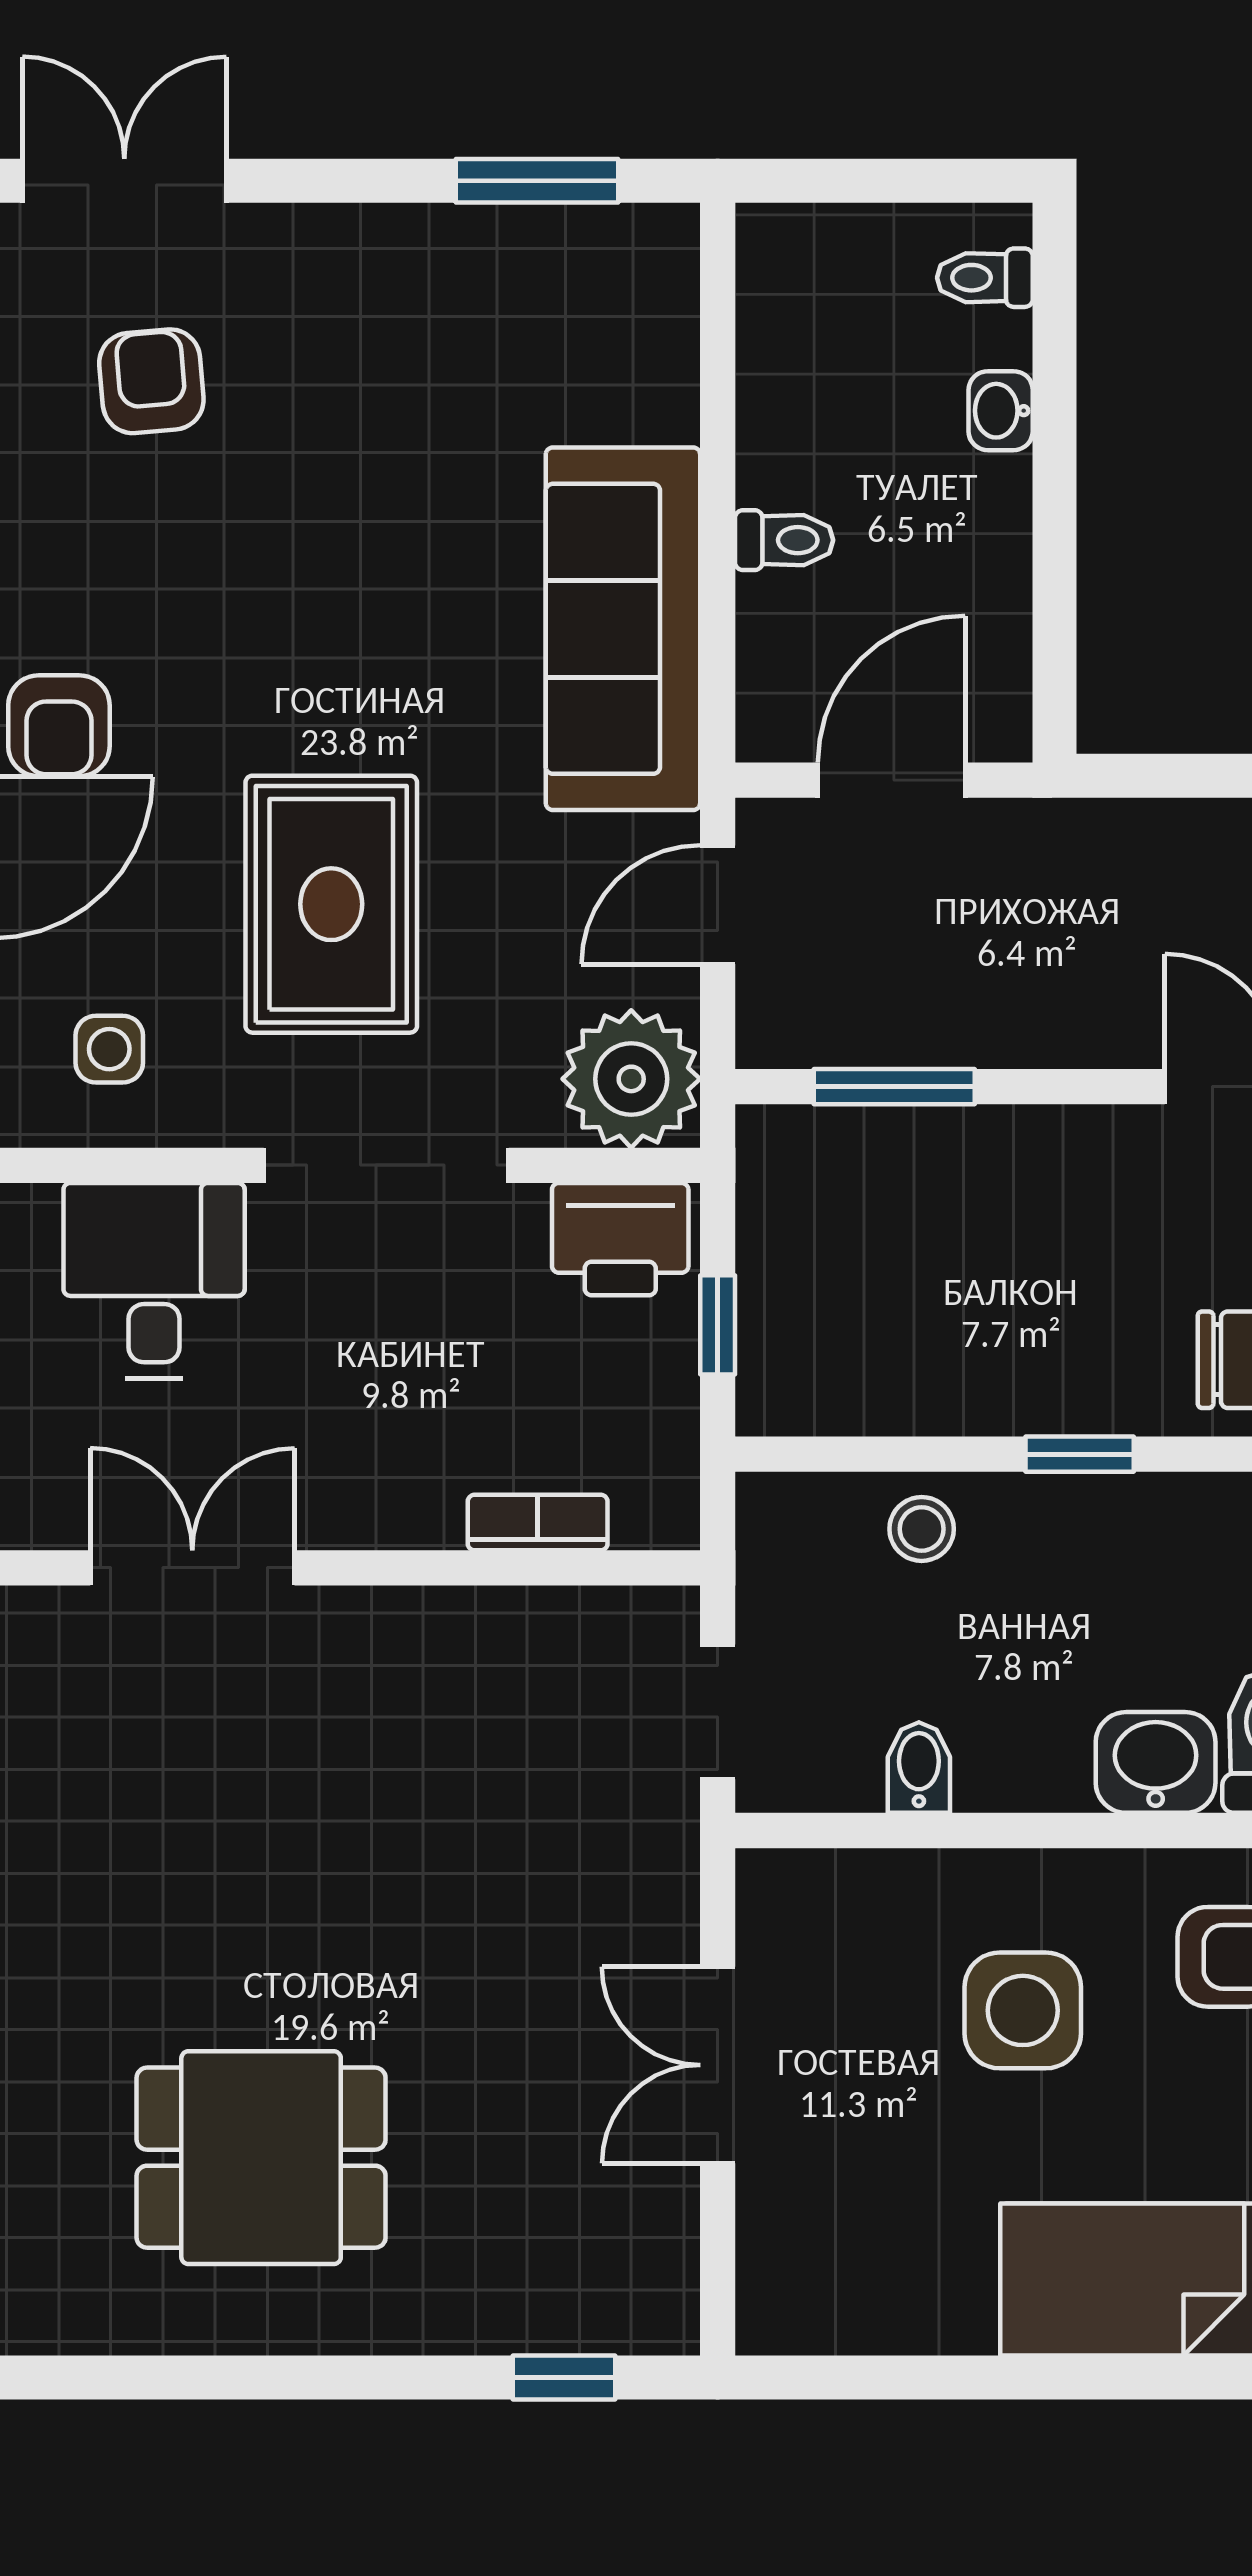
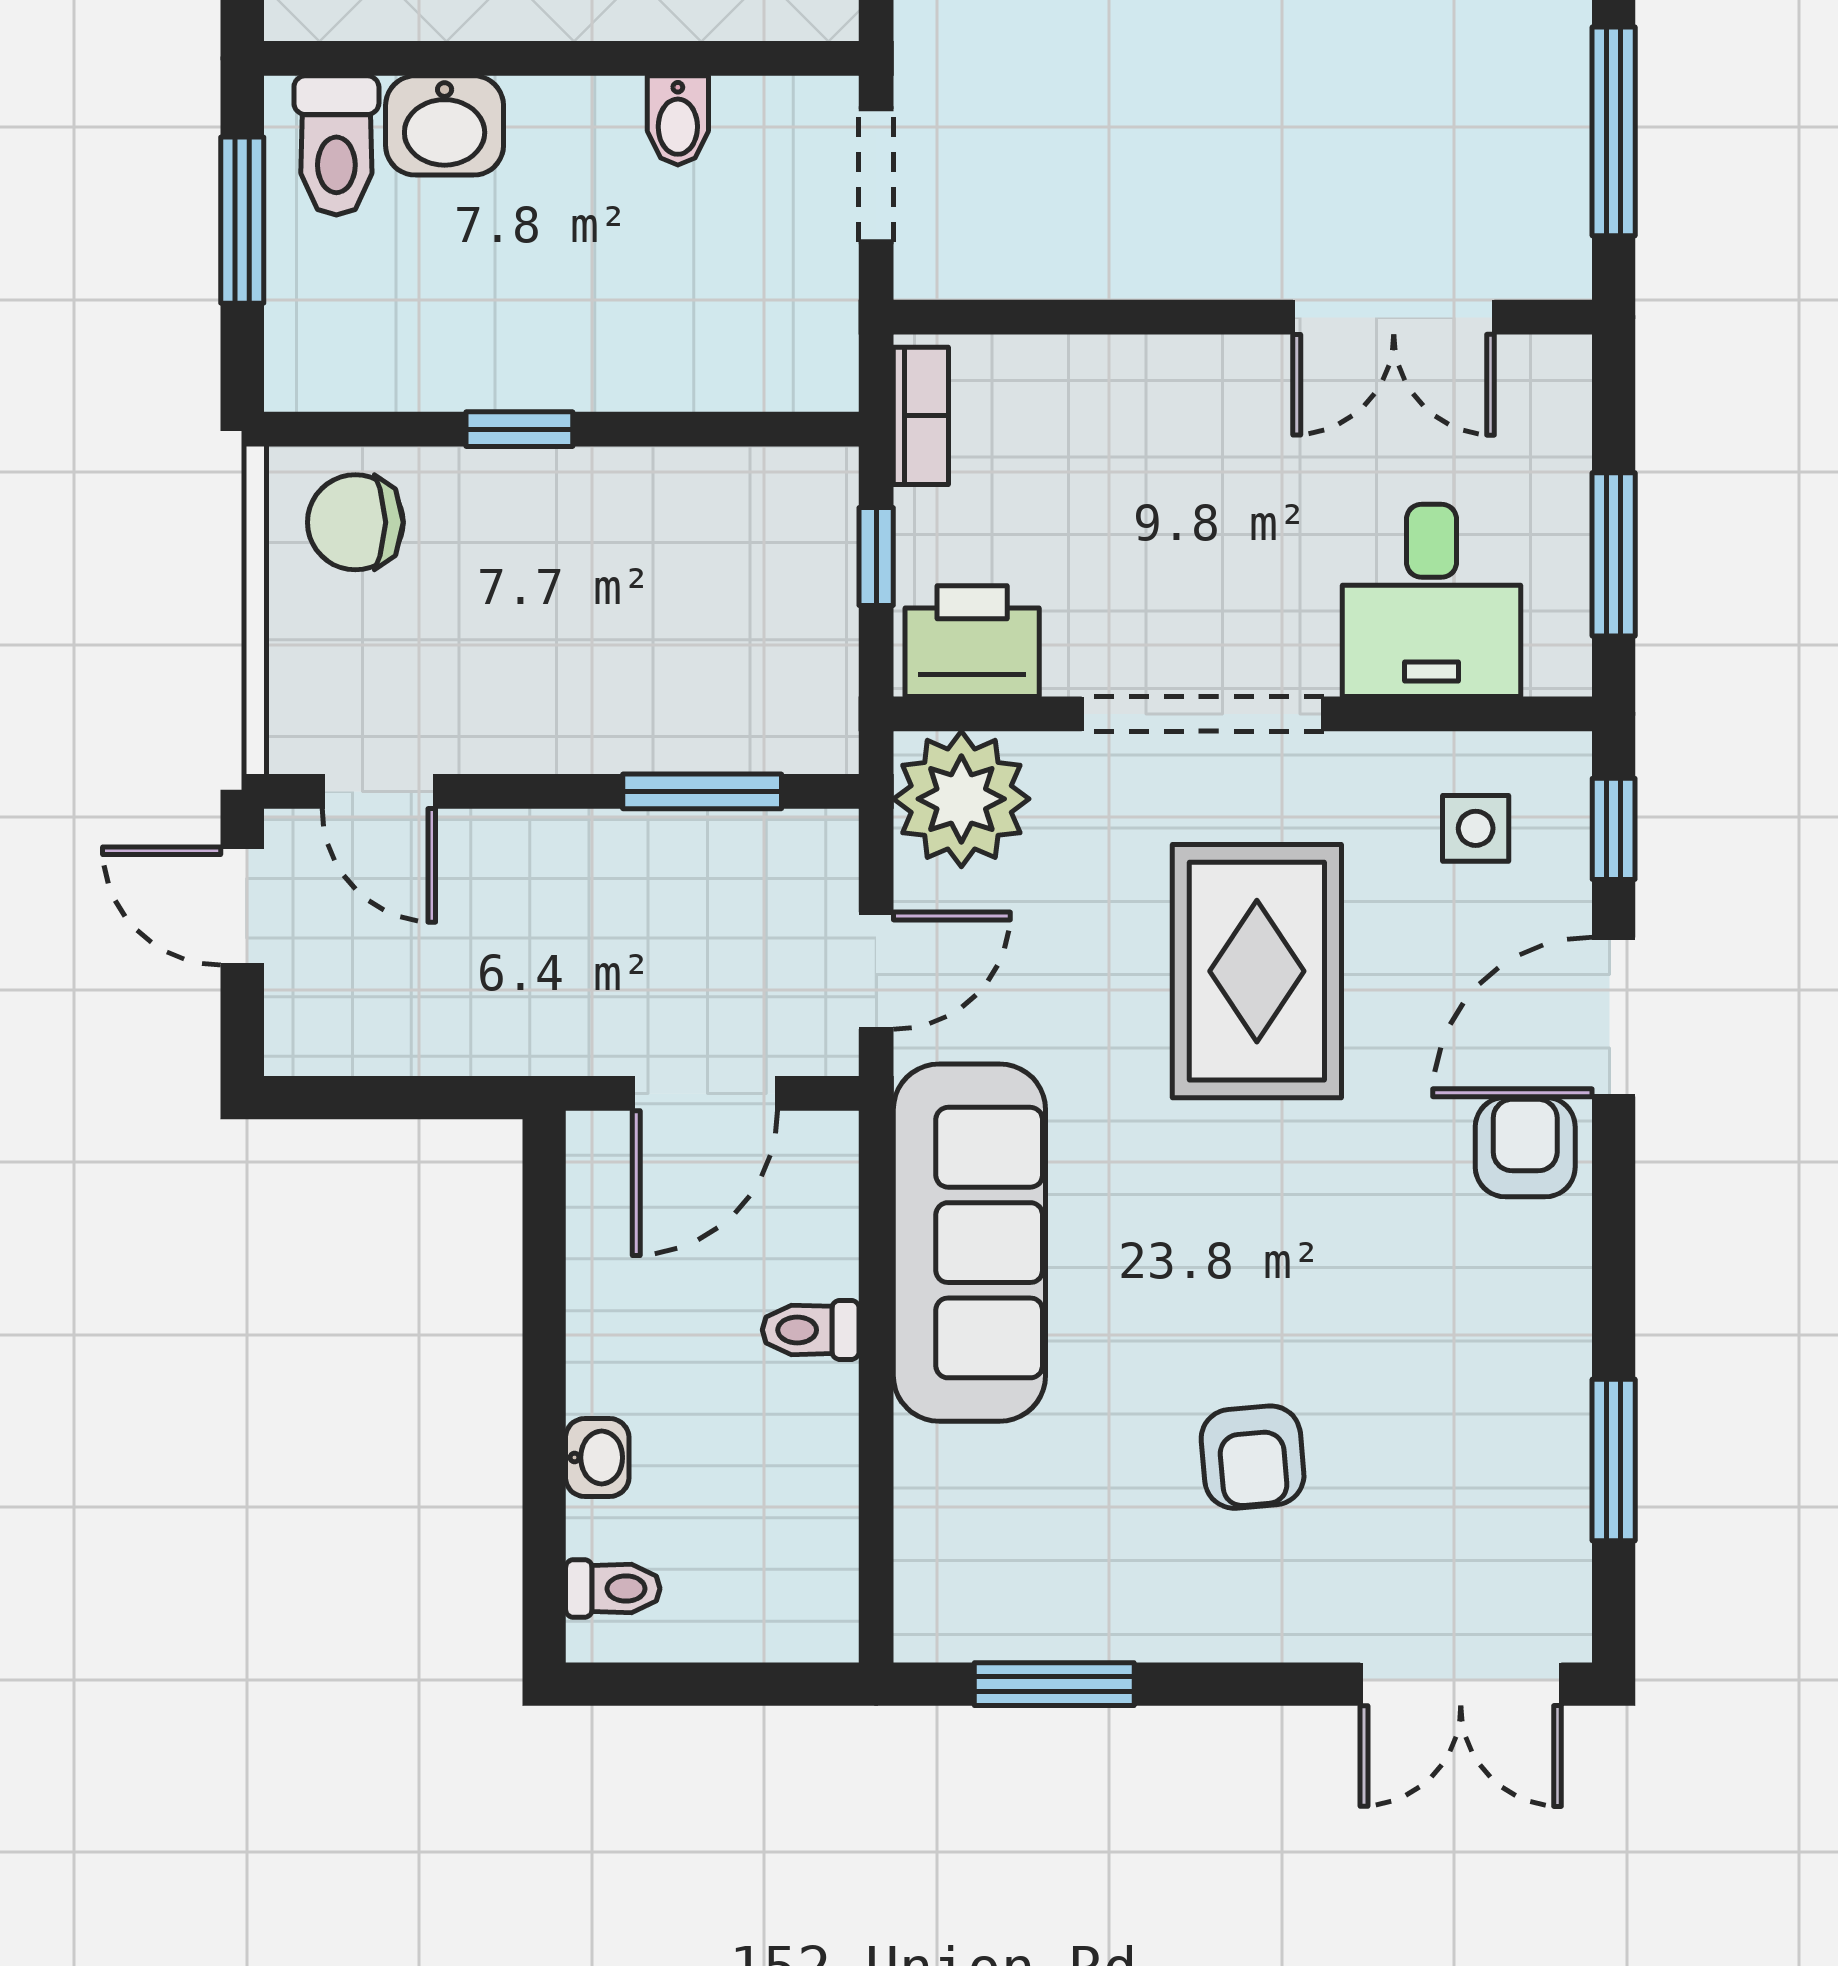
armchair: (151, 381) -> (1253, 1457), moved
bookcase: (538, 1523) -> (921, 416), moved, turned -90
stool: (922, 1529) -> (675, 355), removed

